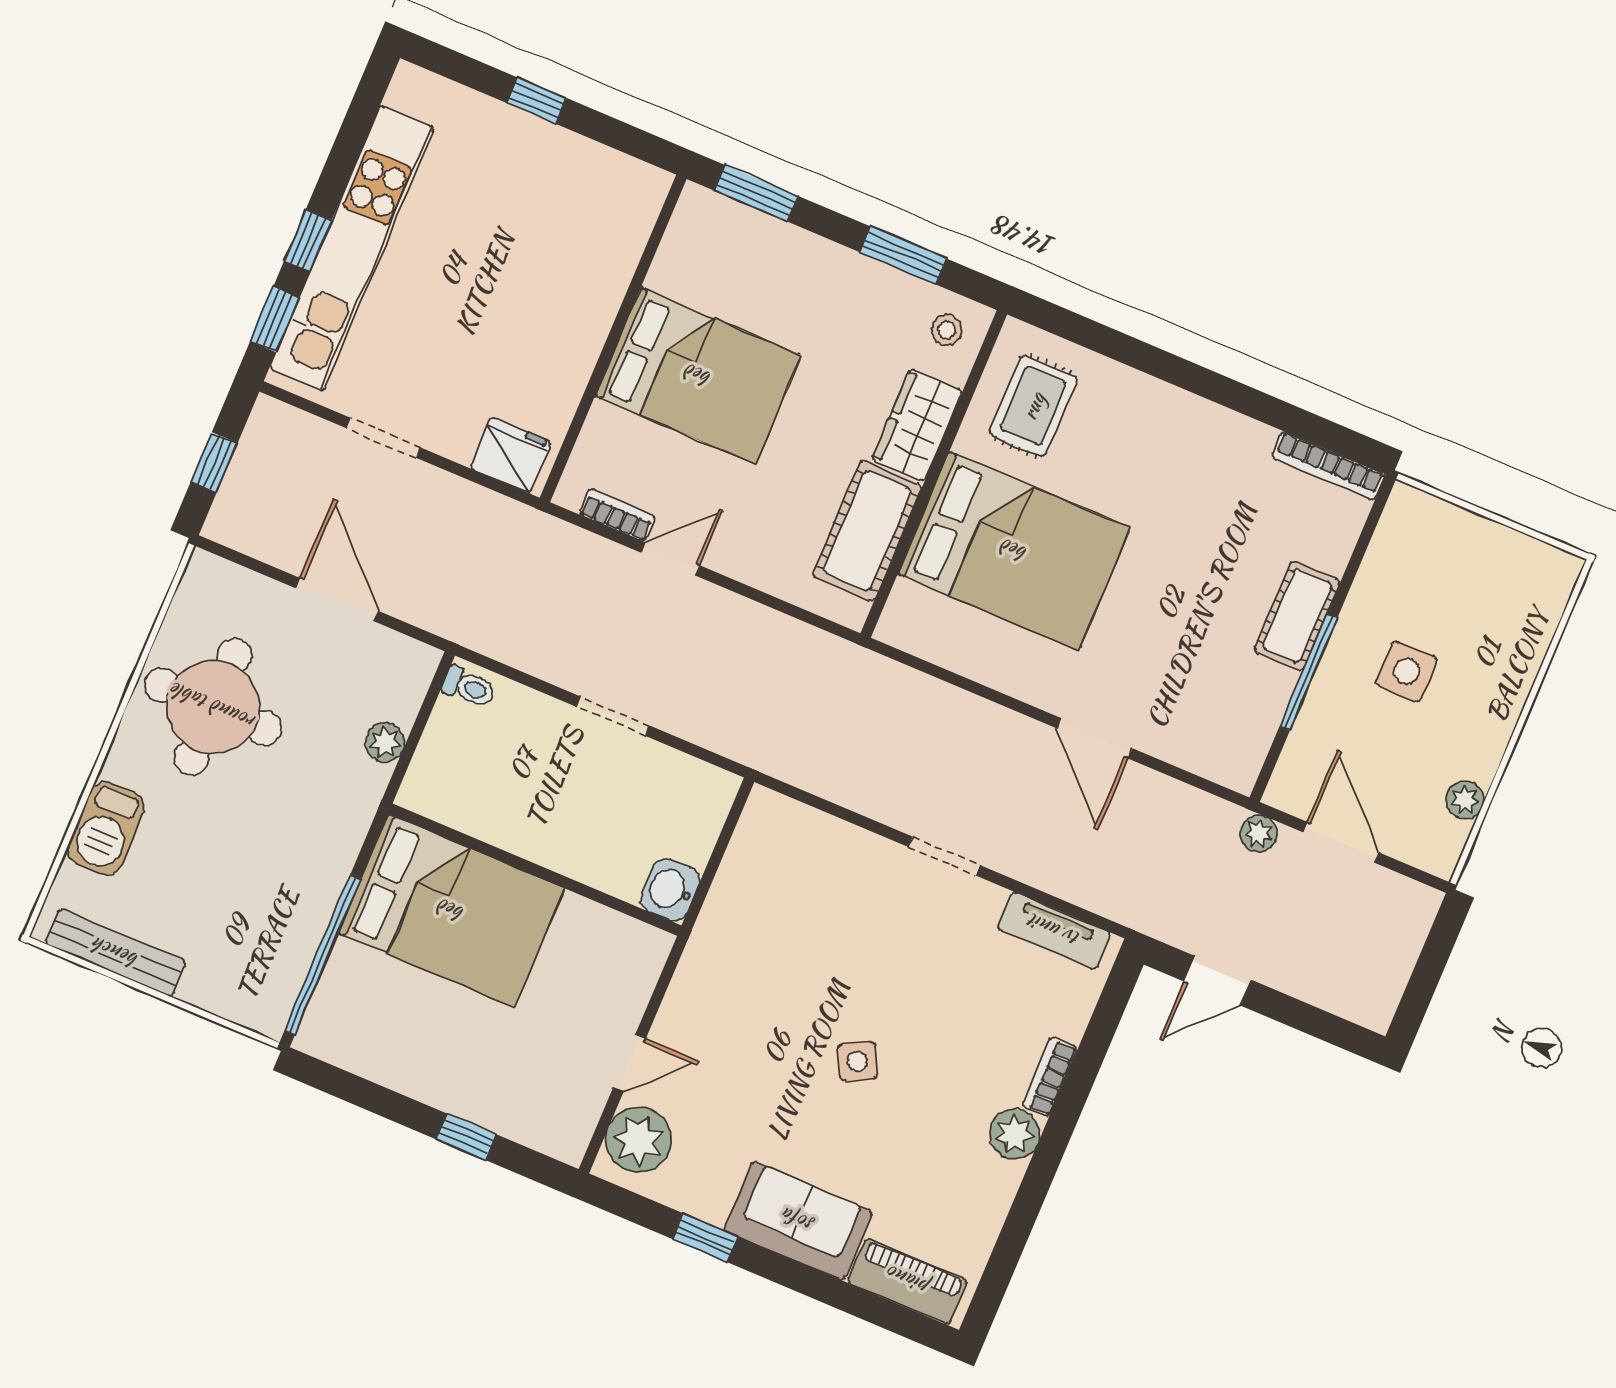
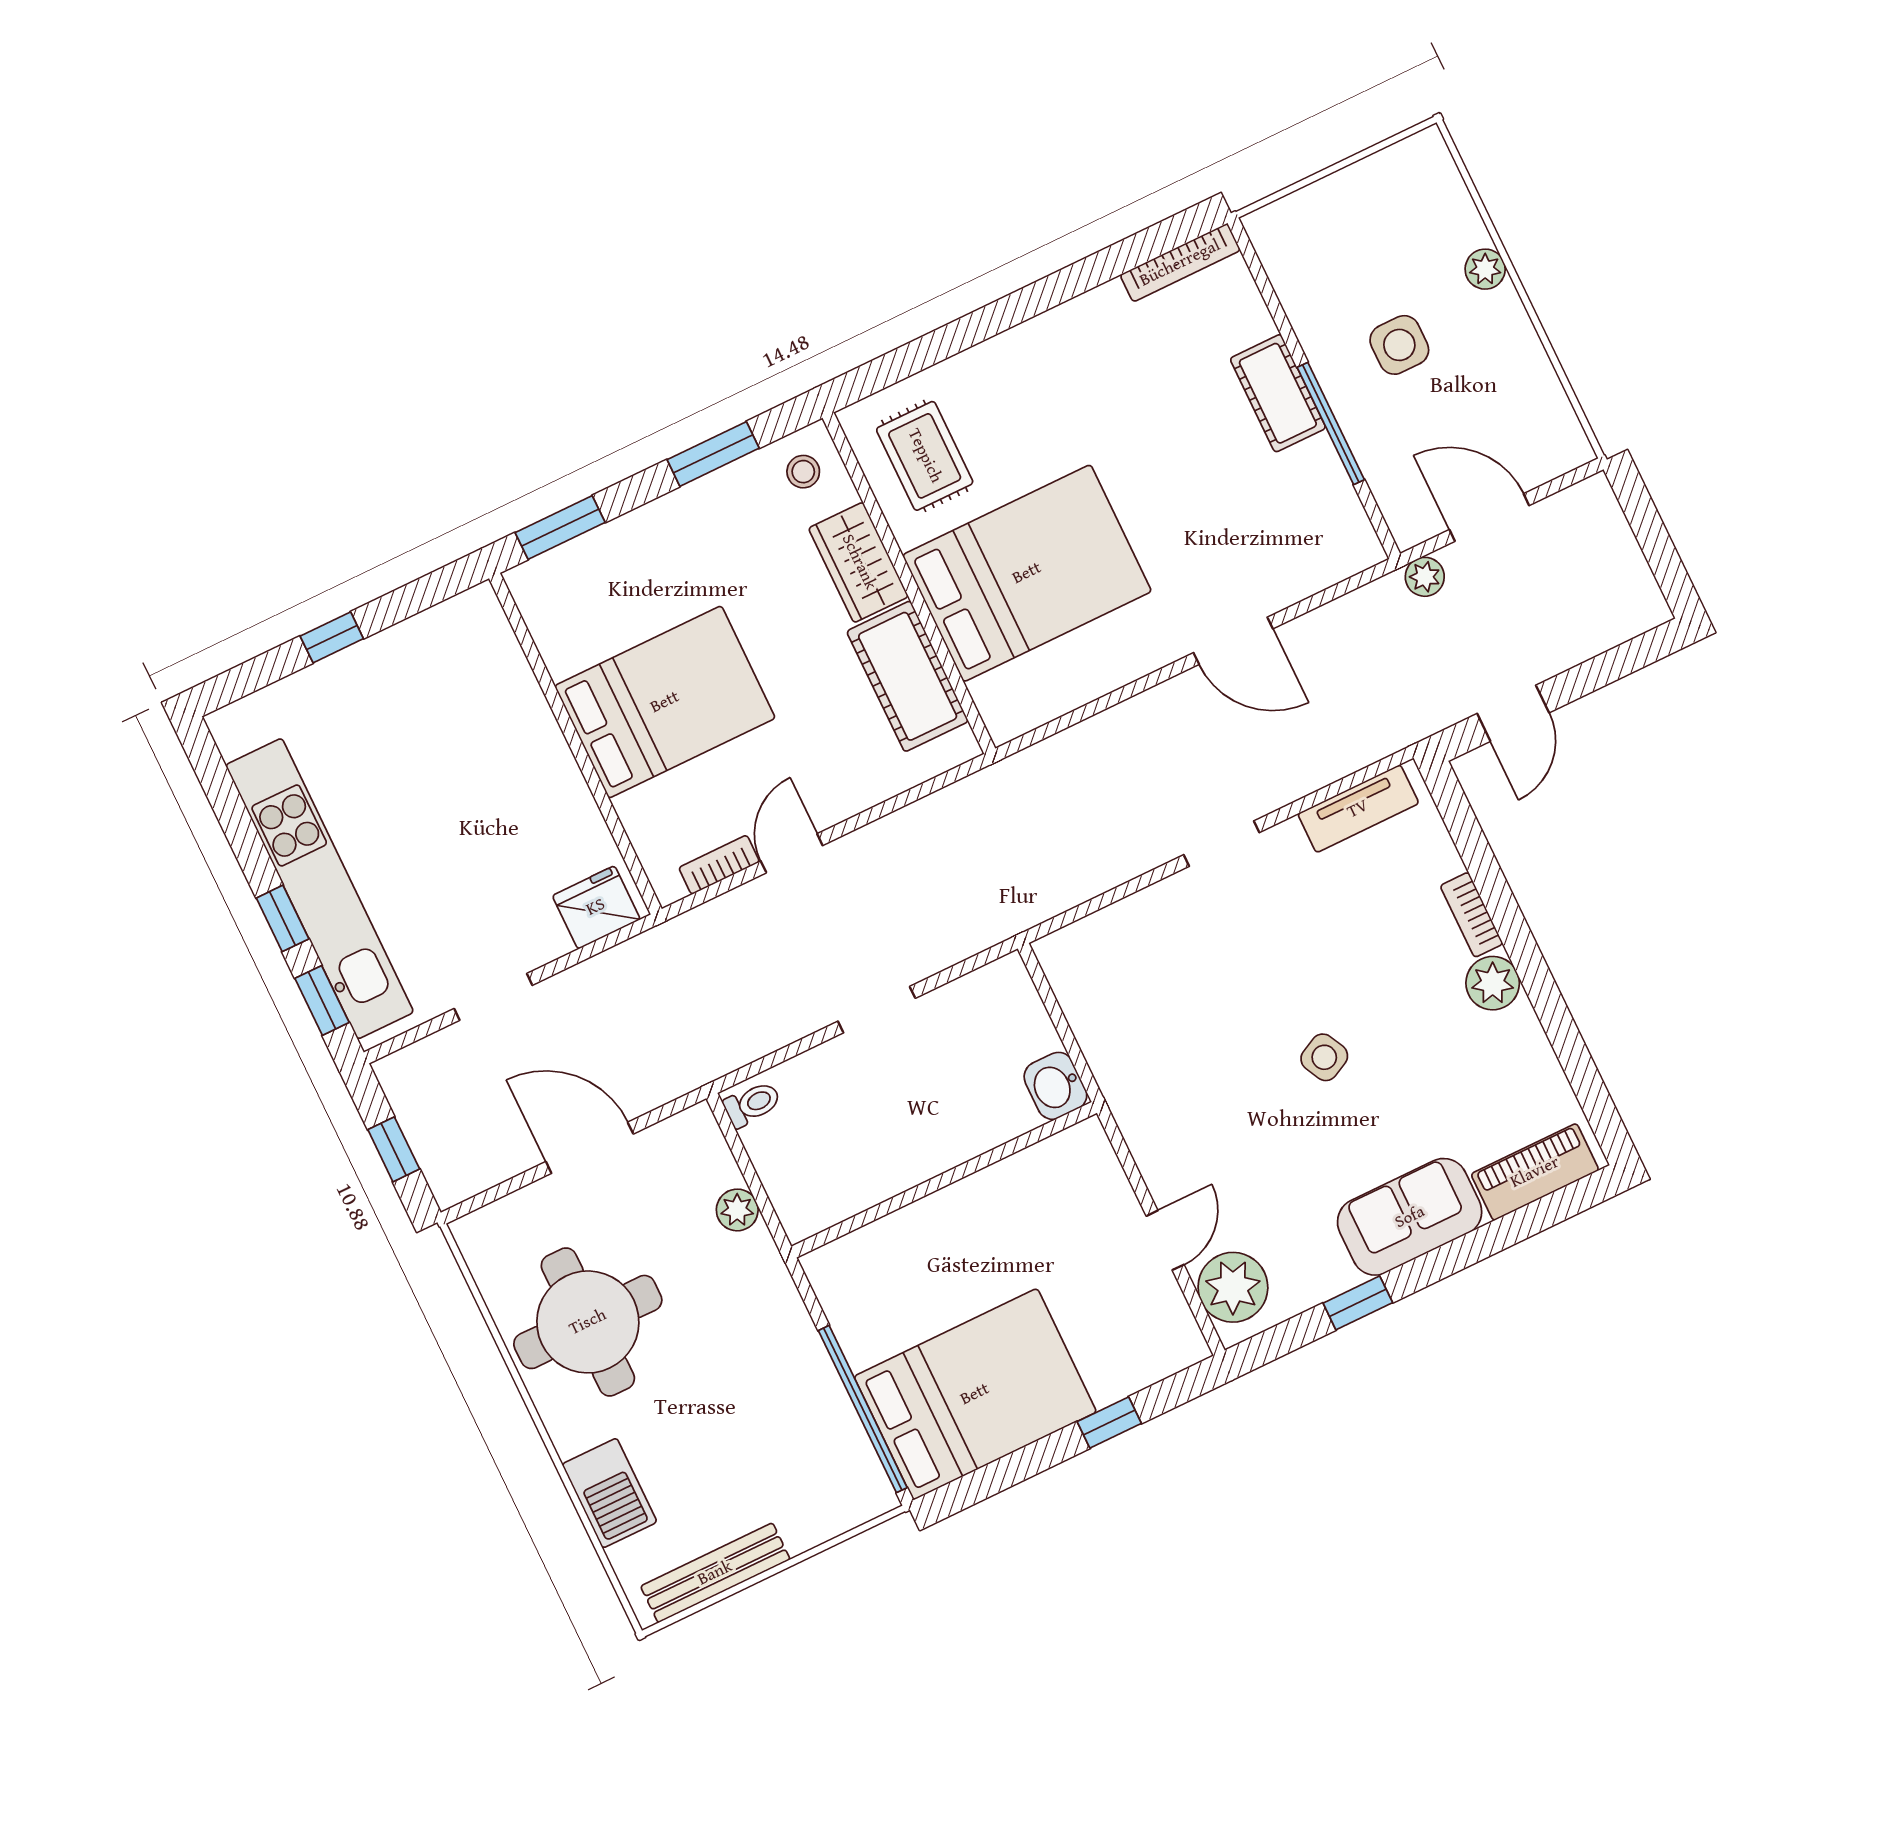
plant: (1465, 800) -> (1485, 269), moved
bed: (451, 911) -> (975, 1394), moved

